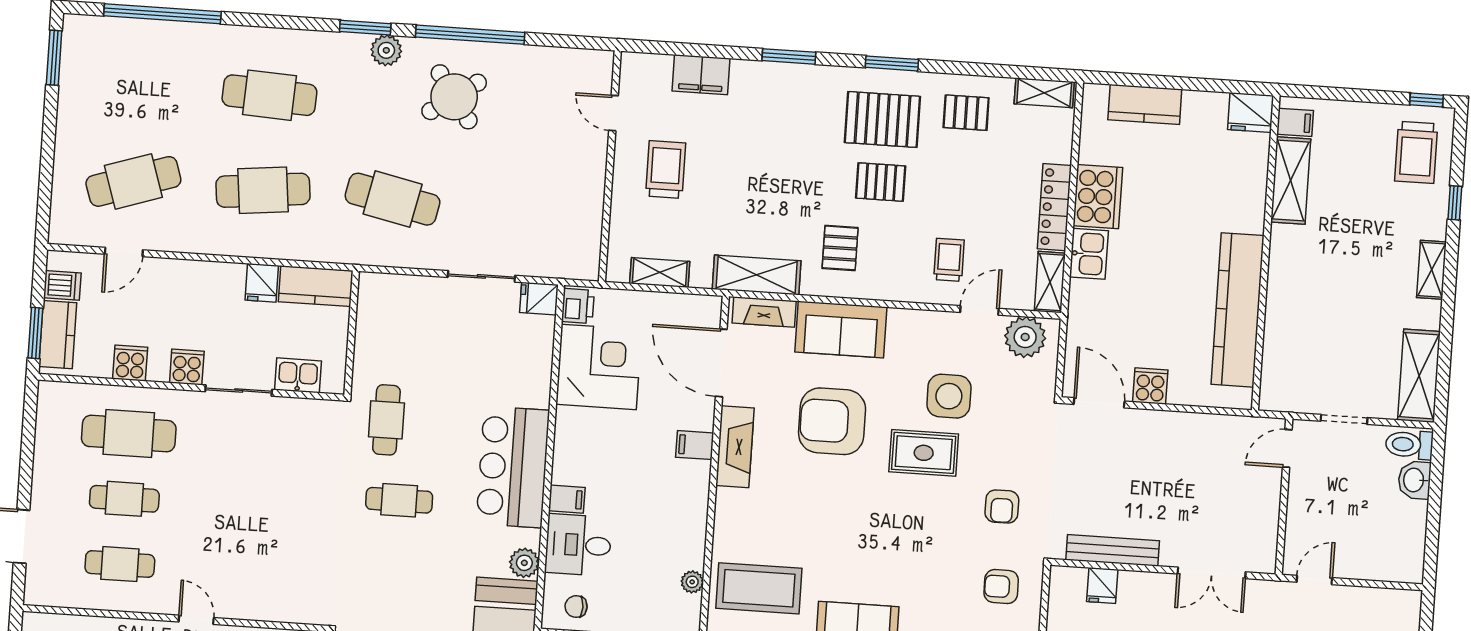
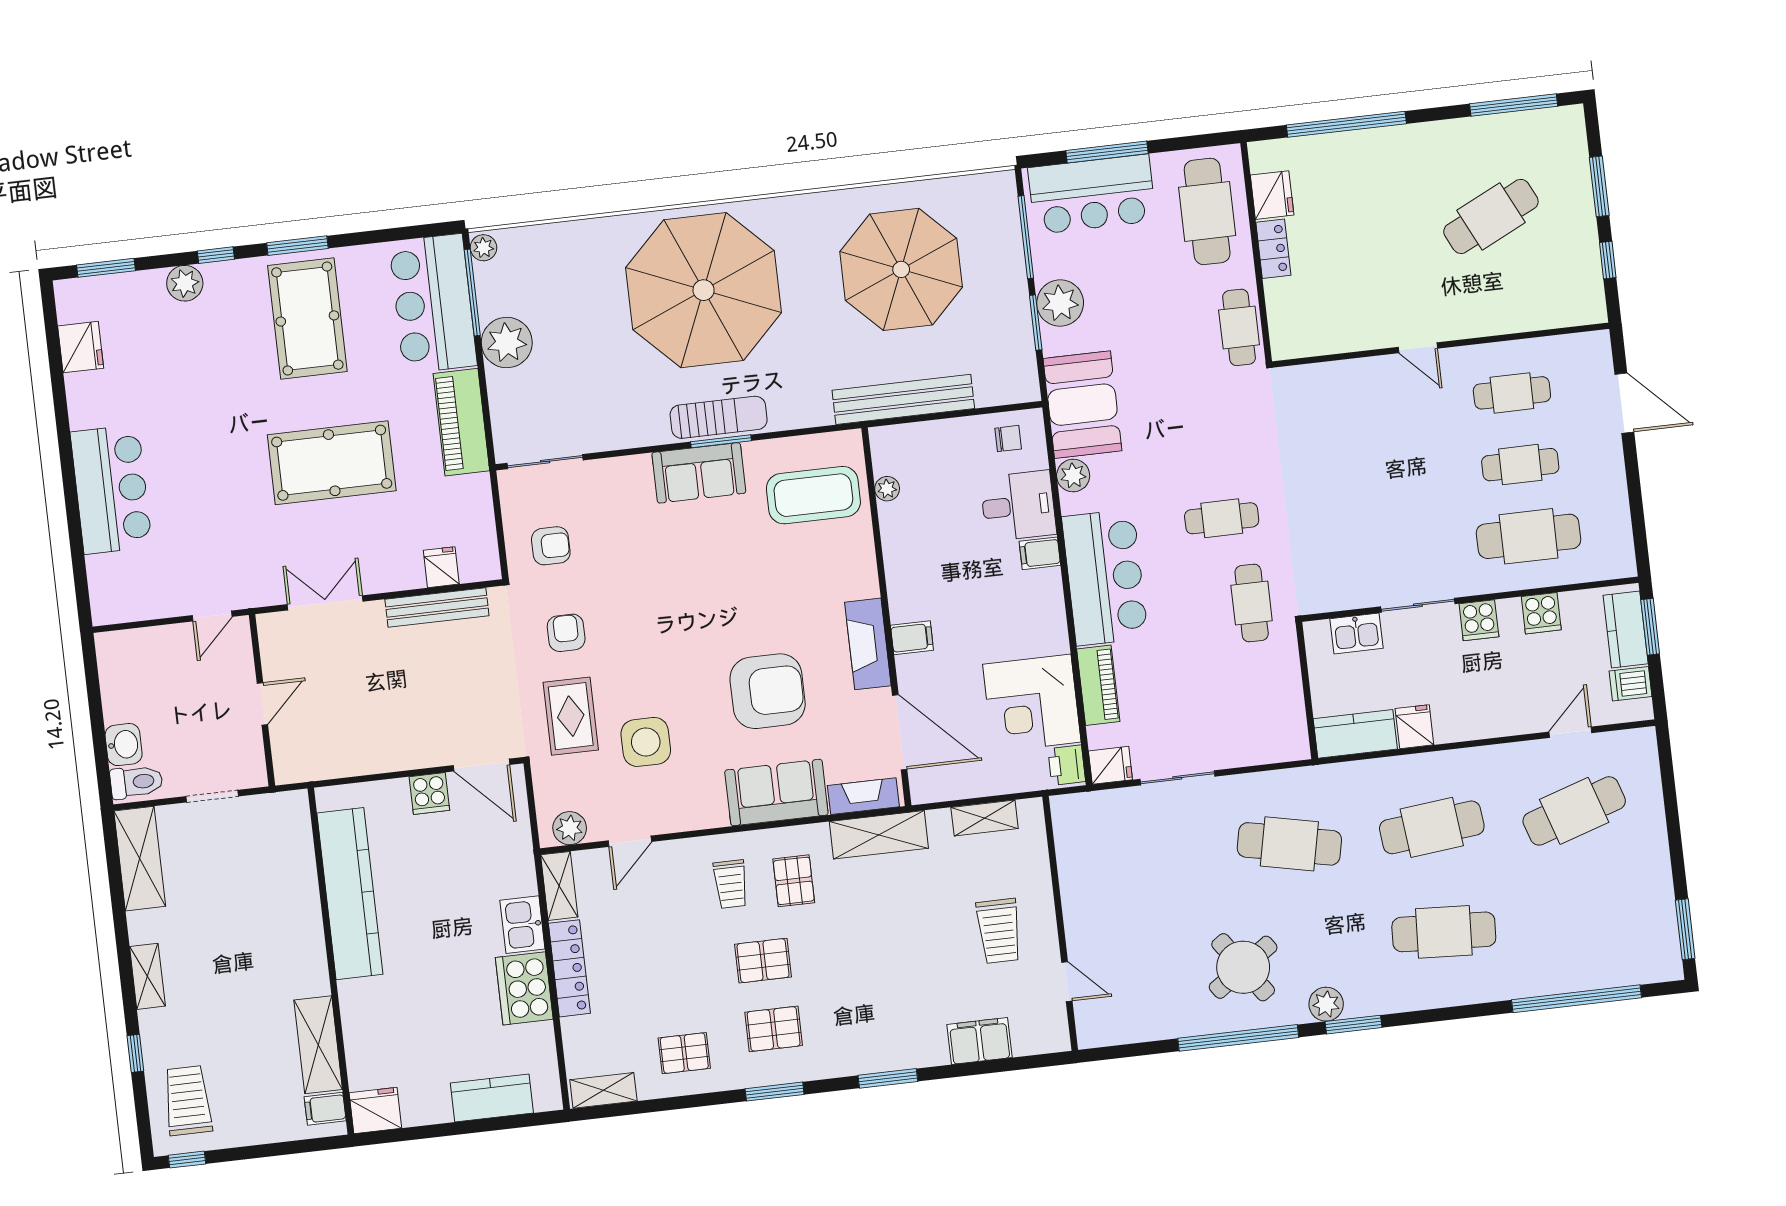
pallet: (882, 119) -> (774, 1029), width x0.67, depth x0.71
trolley: (949, 260) -> (731, 884), moved
plant: (1025, 337) -> (570, 828), width x0.73, depth x0.73
piano: (537, 372) -> (1098, 685), added
door: (1287, 448) -> (262, 704), moved
rug: (924, 453) -> (571, 716), moved, turned 90

